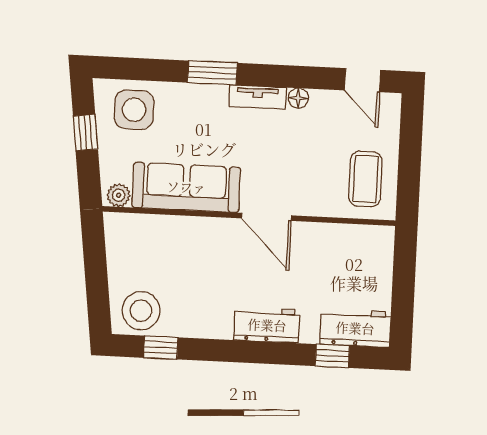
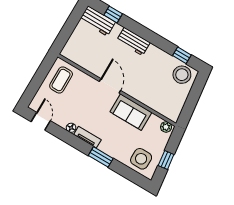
sofa: (186, 187) -> (131, 112), width x0.73

